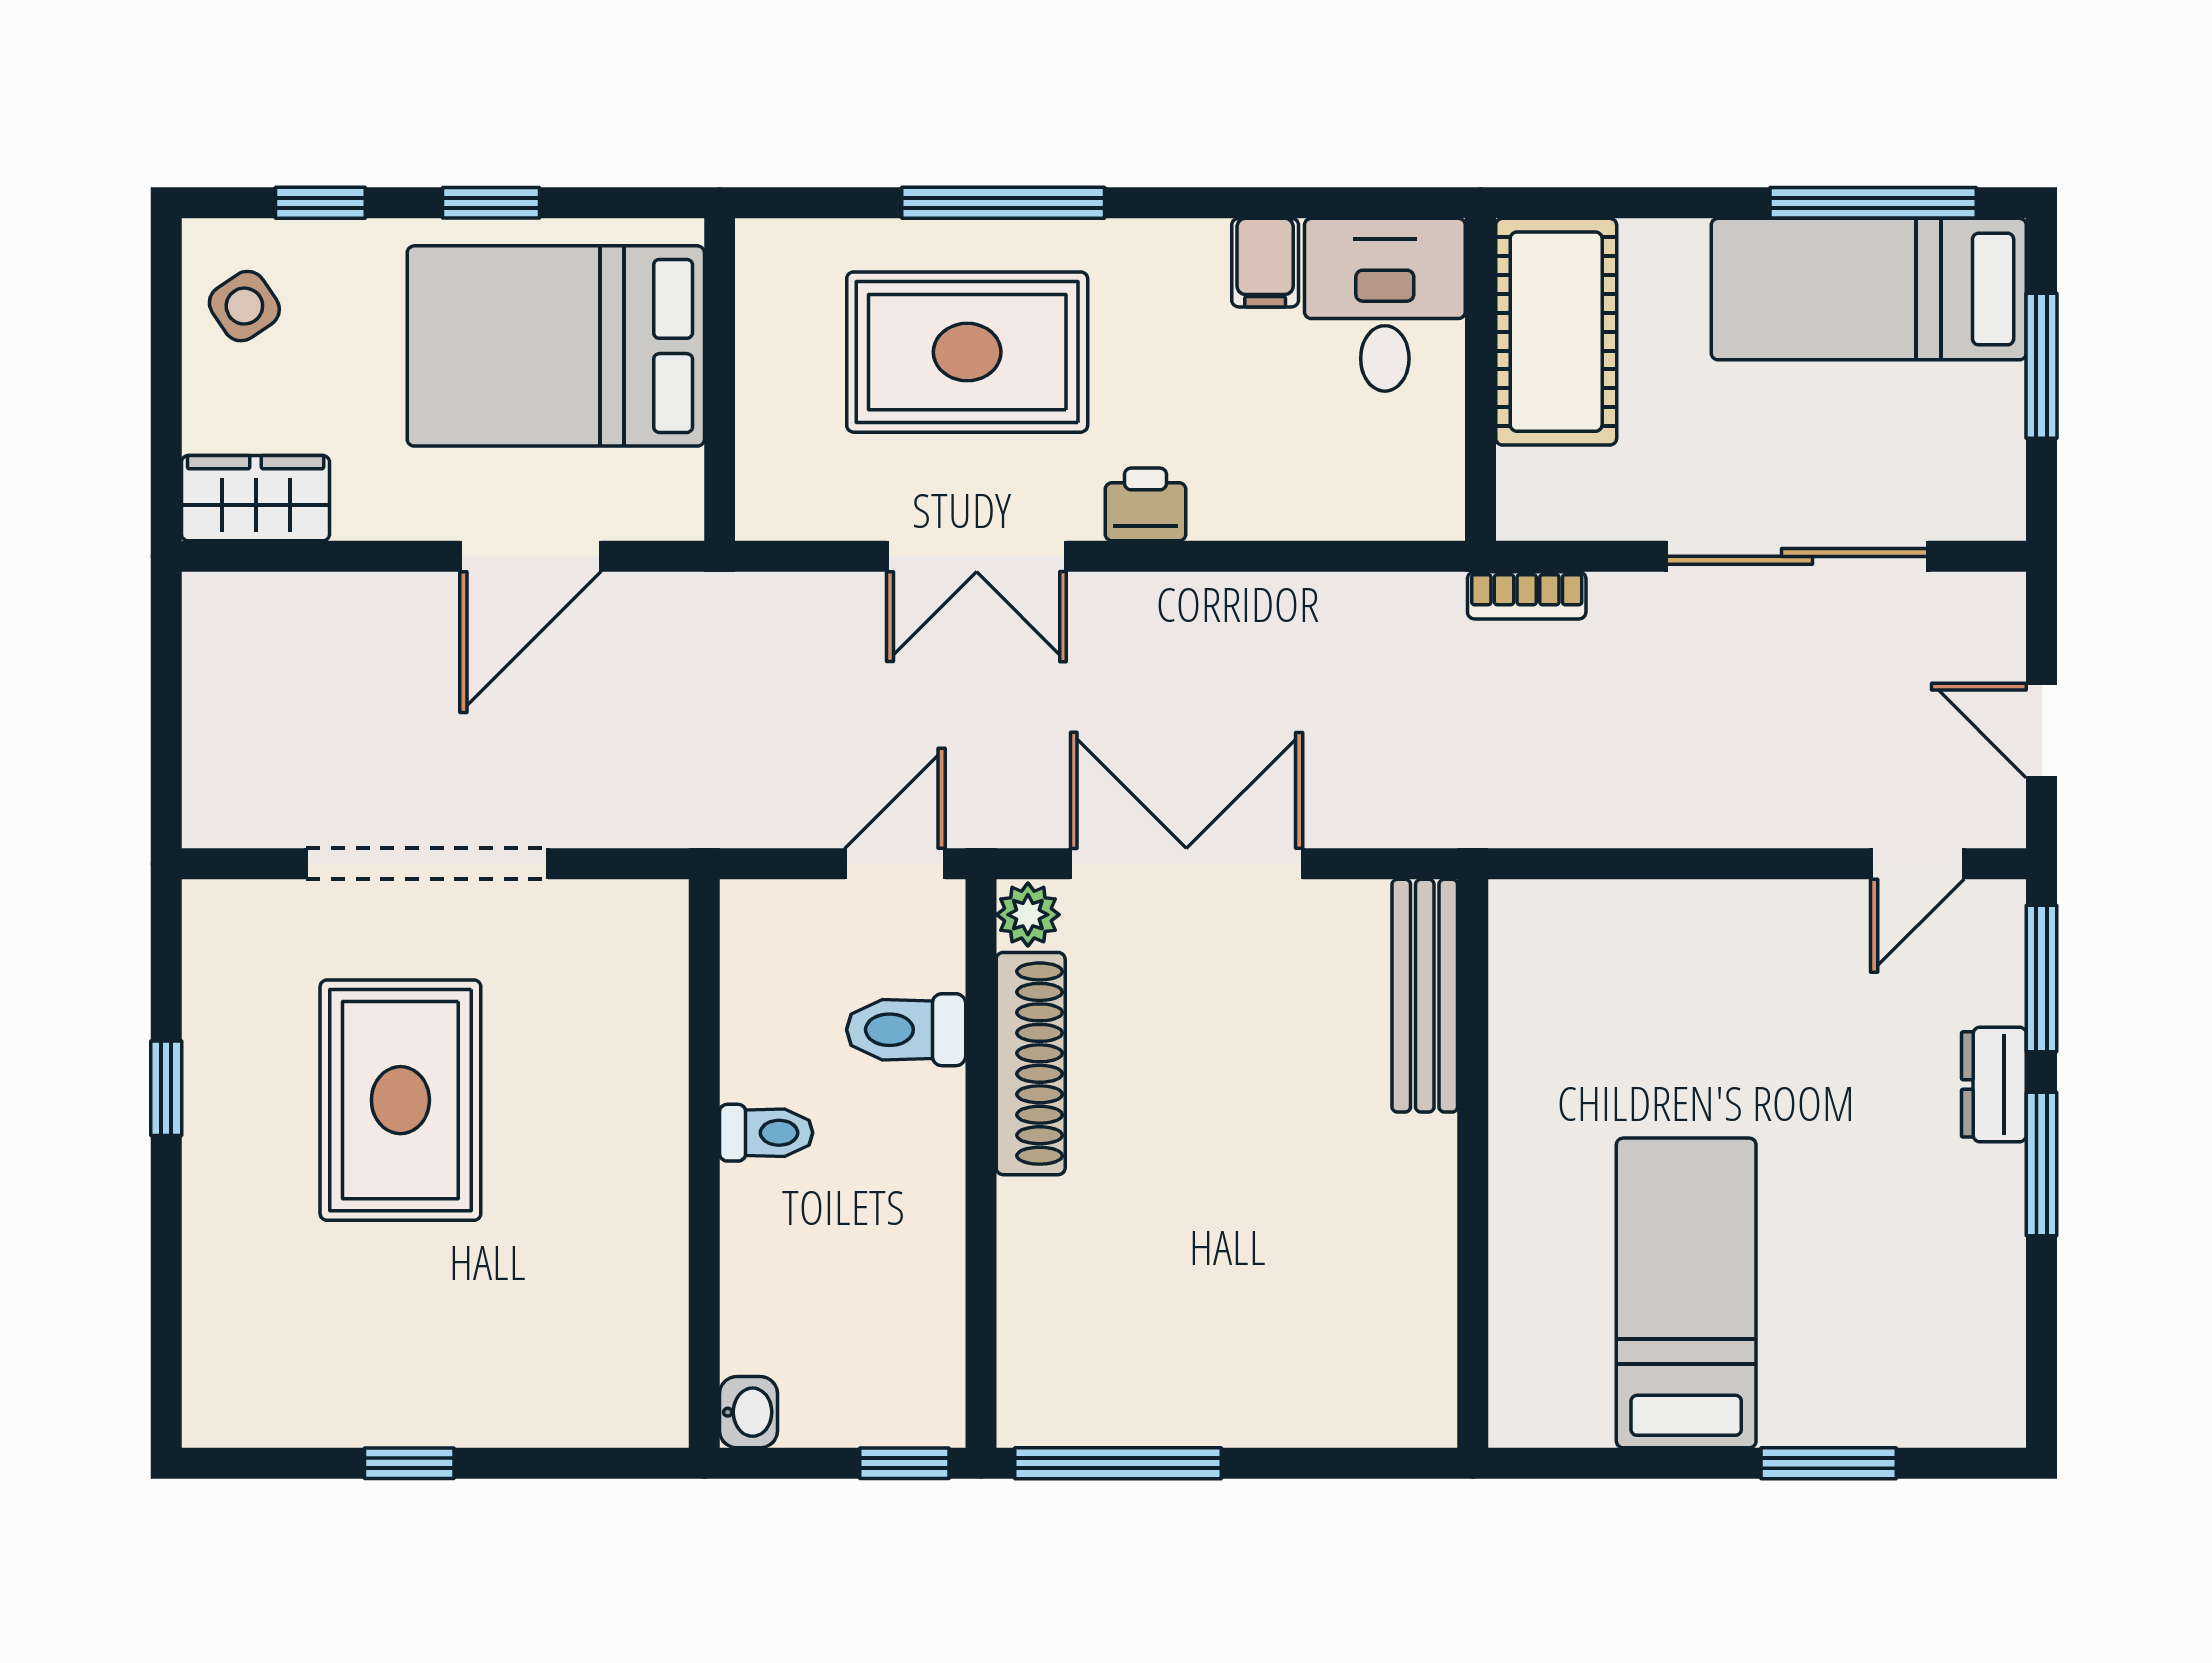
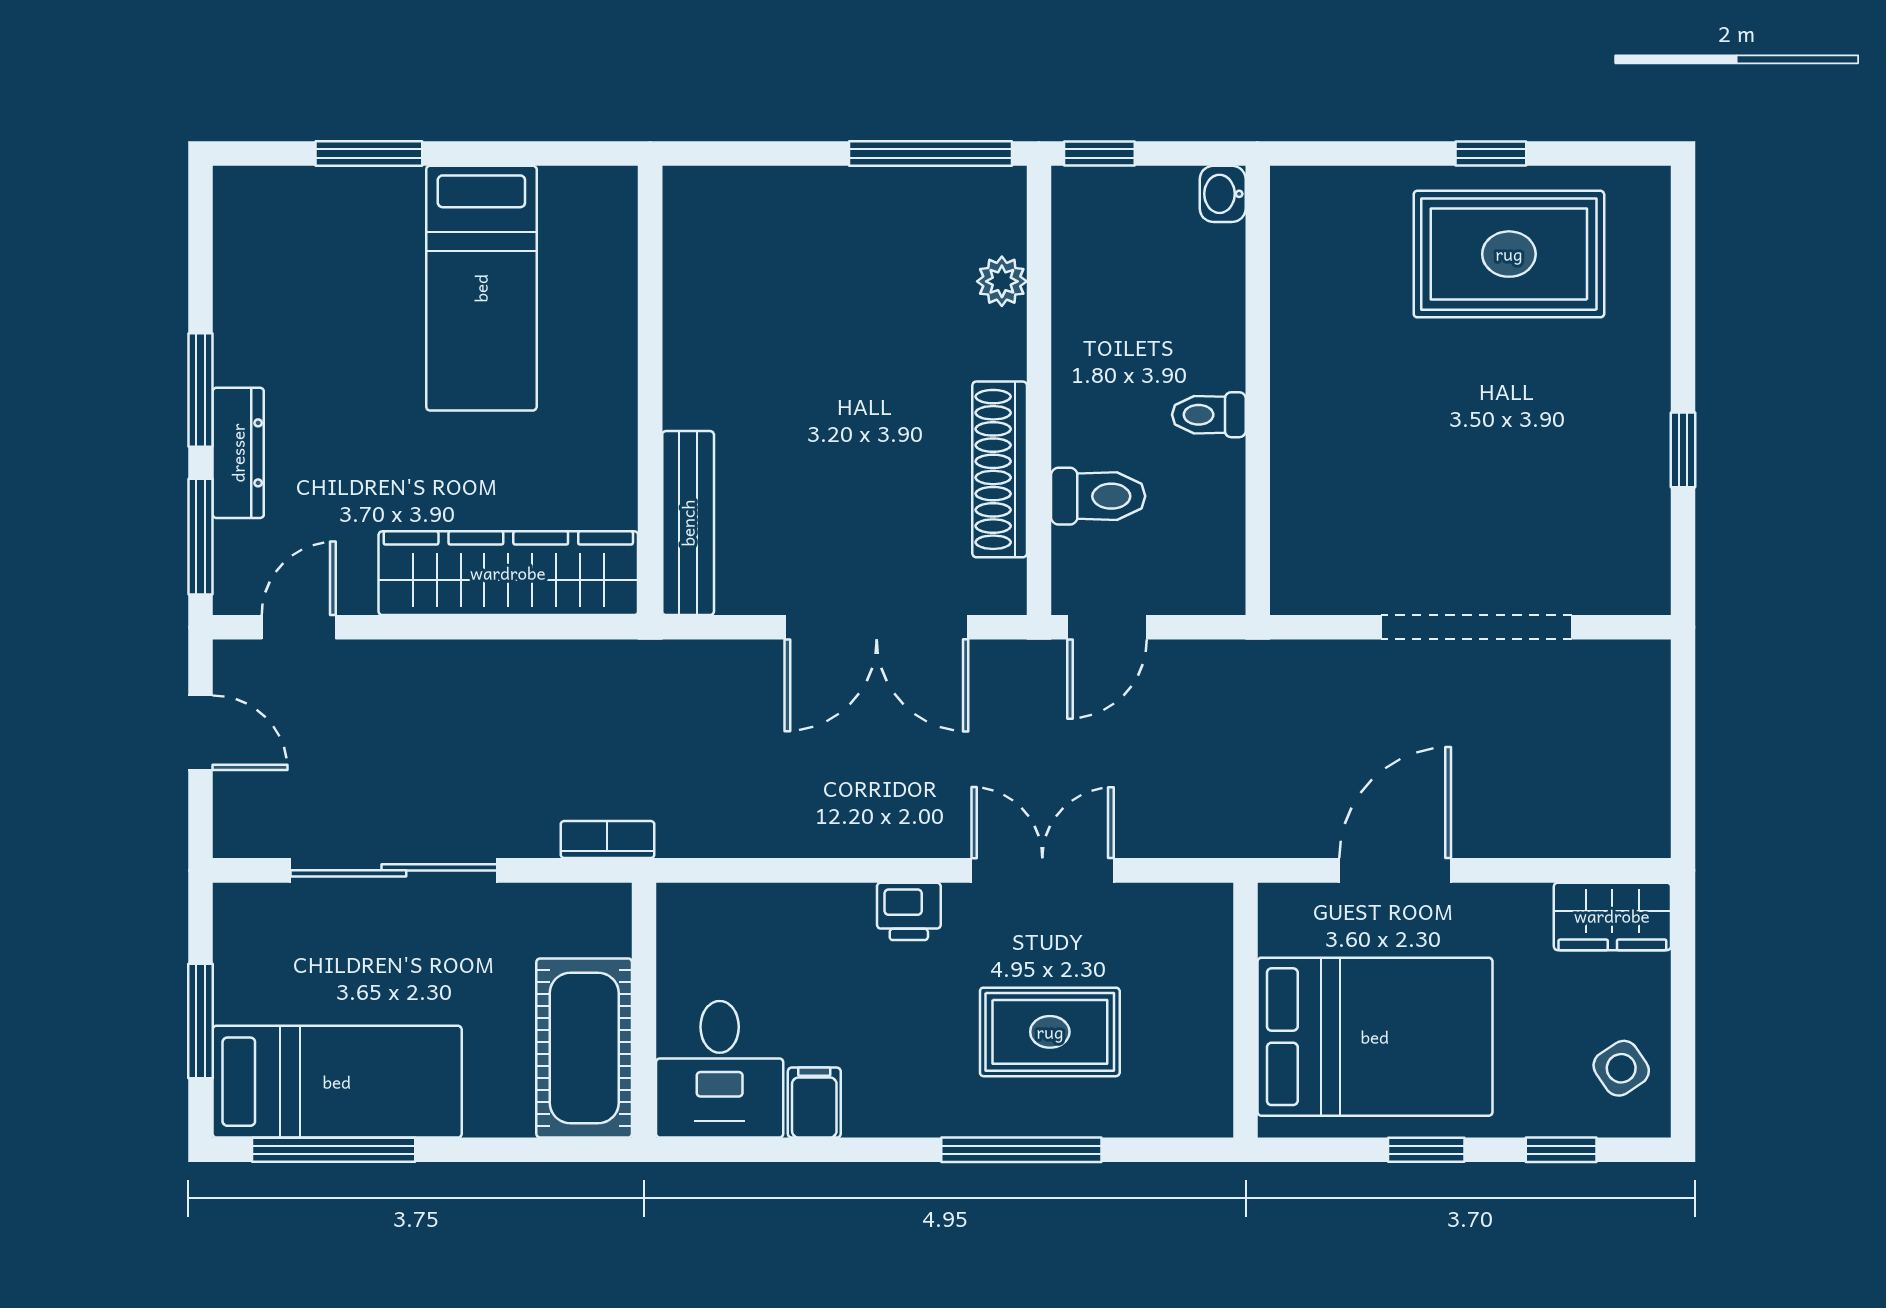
rug: (967, 352) -> (1050, 1032), width x0.73, depth x0.70
plant: (1028, 915) -> (1002, 281), moved
wardrobe: (1652, 932) -> (508, 573), added
dresser: (1994, 1084) -> (238, 453), width x1.44
rug: (400, 1100) -> (1509, 254), moved, turned 90

